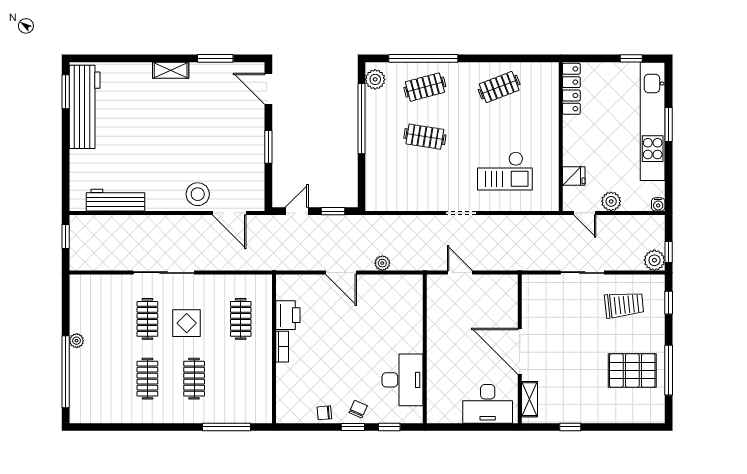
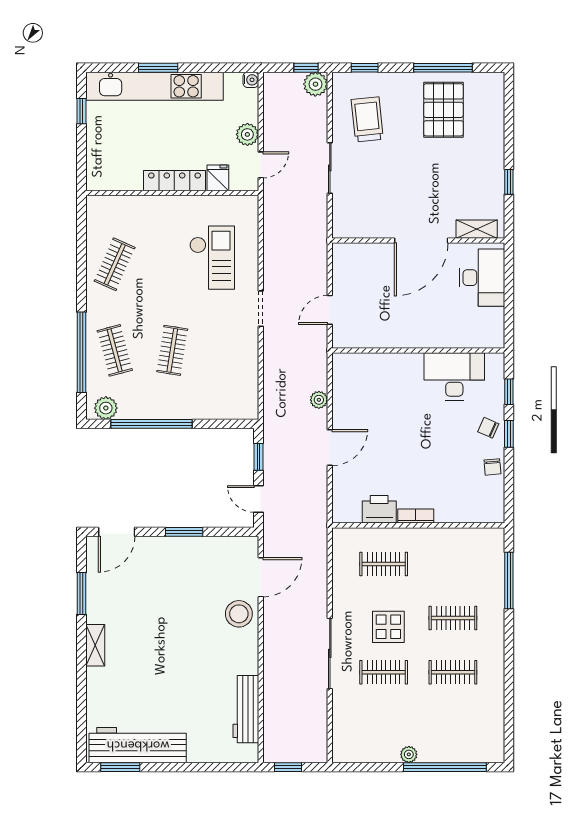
clothes rail: (499, 87) -> (115, 264), turned 45
locker: (571, 89) -> (174, 181), moved

